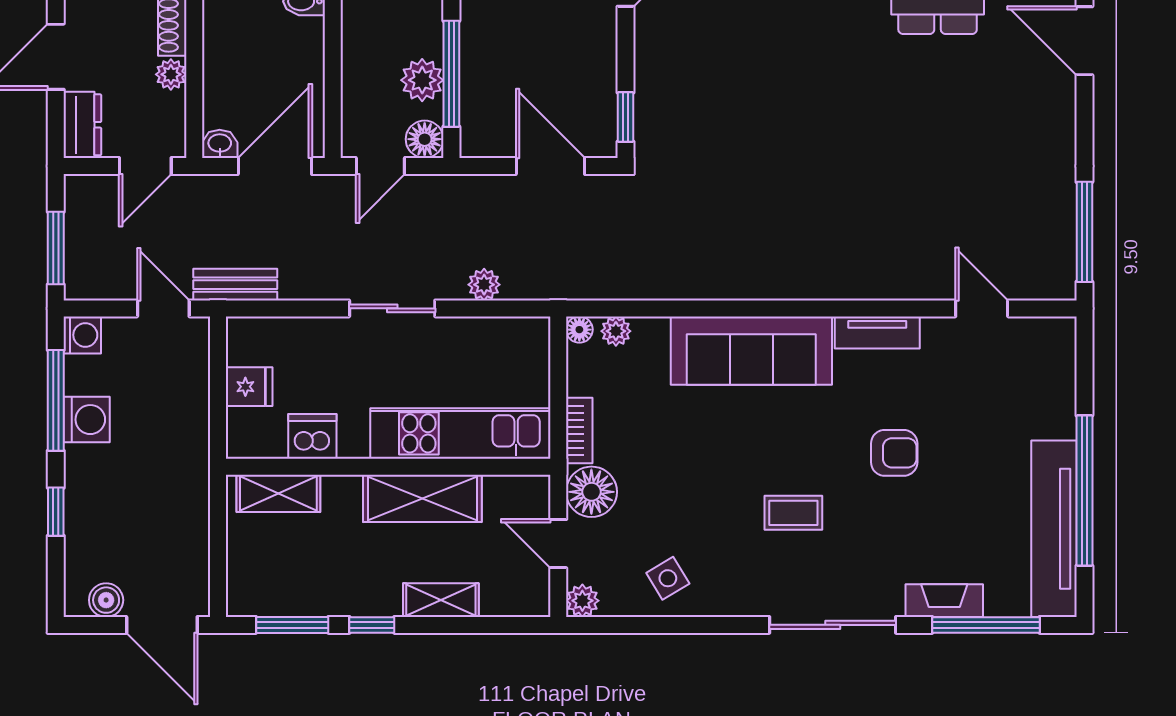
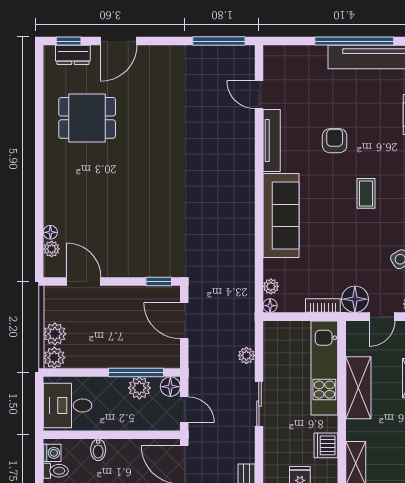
door: (550, 166) -> (184, 321), hinge flipped
door: (982, 308) -> (259, 95), hinge flipped
tv unit: (877, 332) -> (272, 140), width x1.41

